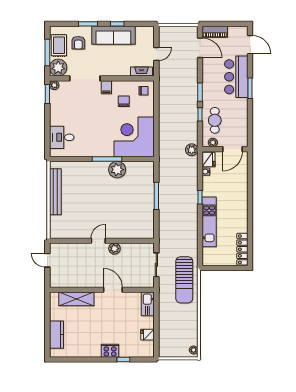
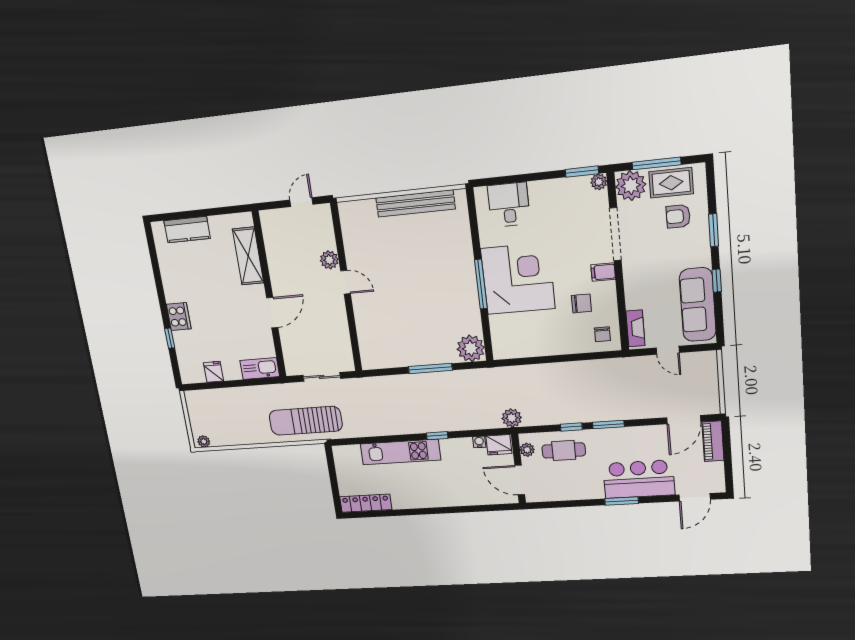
sofa: (113, 35) -> (698, 305), moved
corner desk: (134, 137) -> (518, 279), moved
plant: (117, 170) -> (471, 348), moved
plant: (114, 249) -> (329, 260), moved

